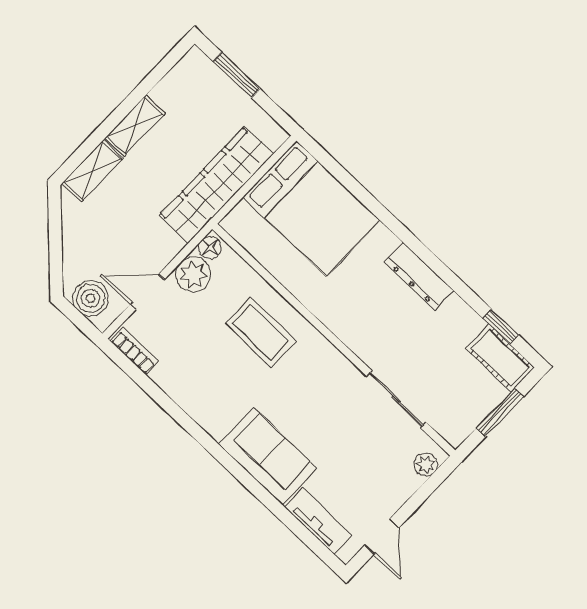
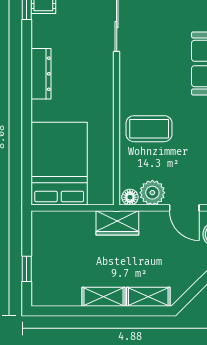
window: (237, 75) -> (27, 269), width x0.67
wardrobe: (216, 185) -> (117, 223), width x0.48, depth x0.85
coffee table: (261, 332) -> (149, 129), turned 90

